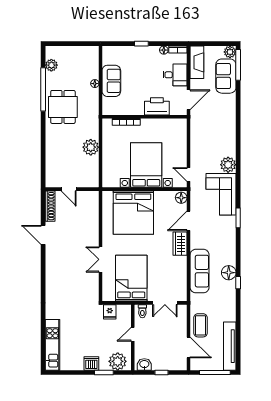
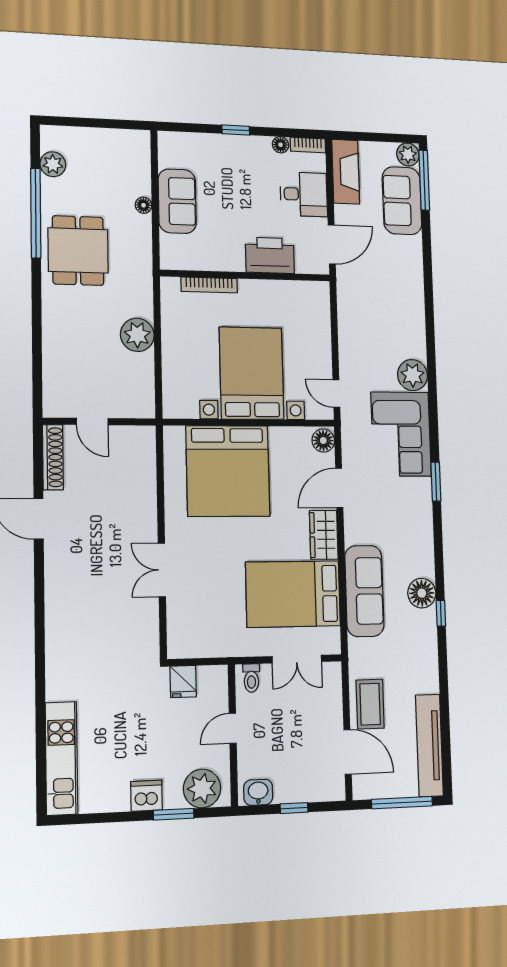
bed: (131, 278) -> (293, 594), moved, turned -90

